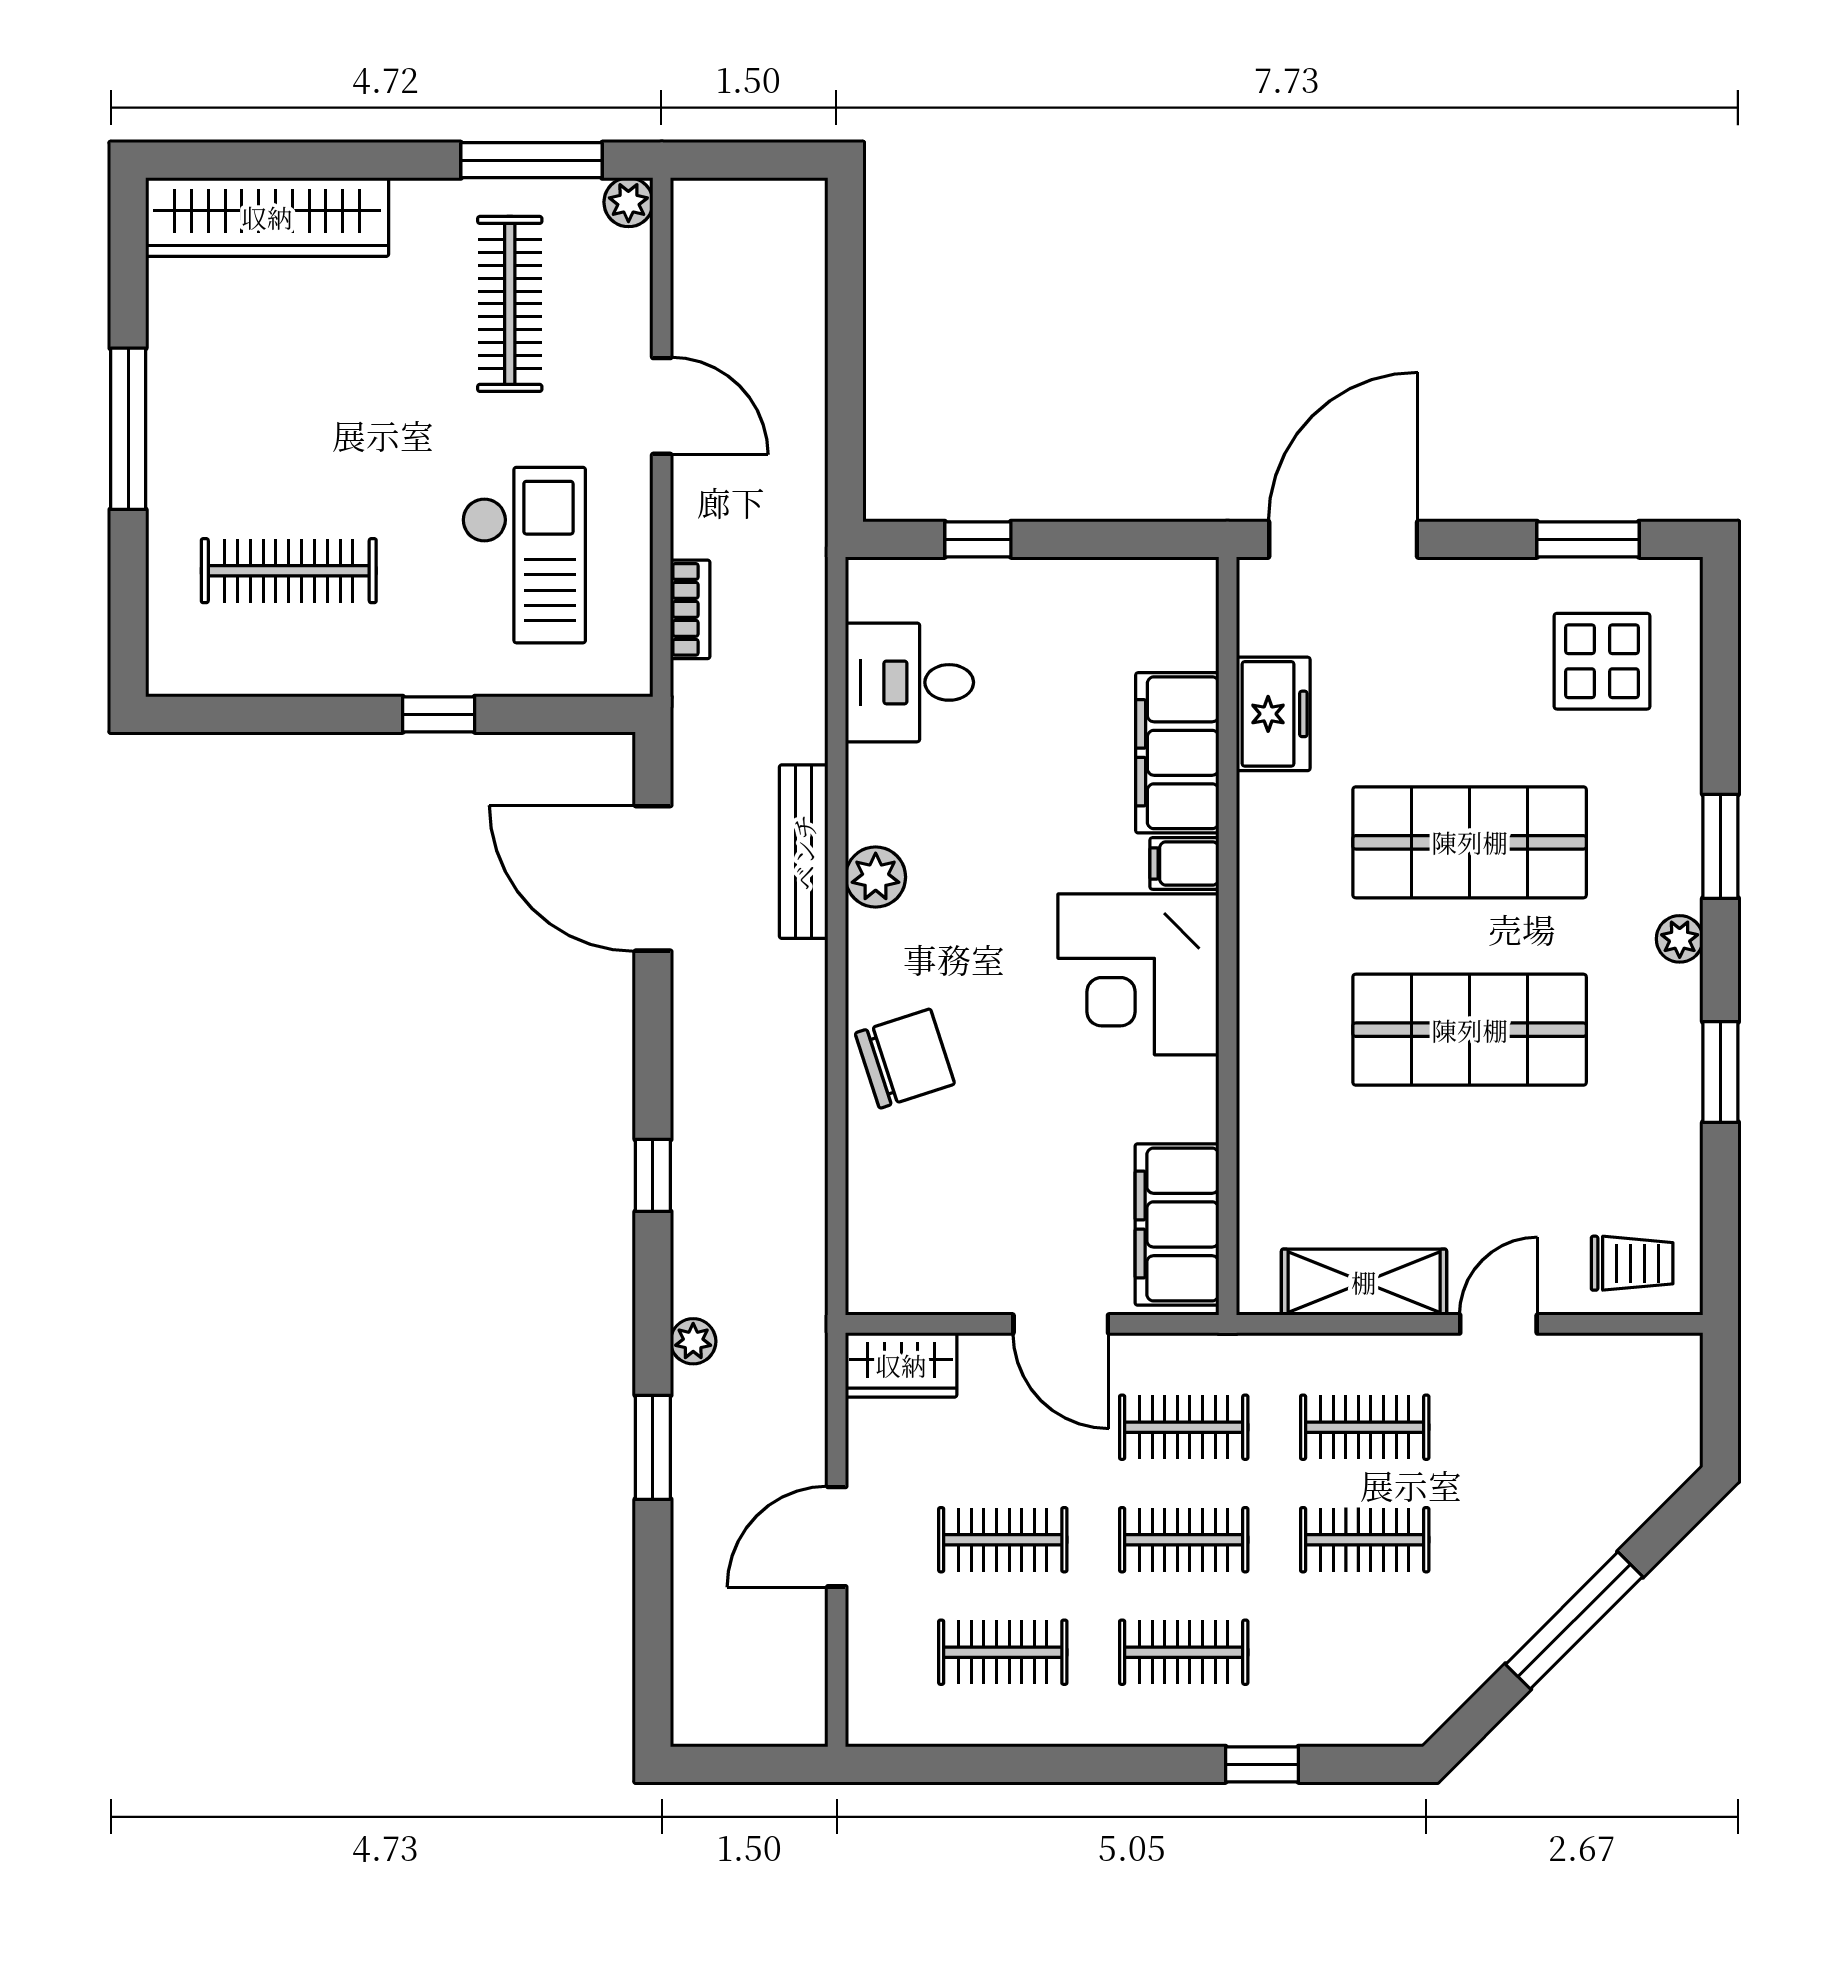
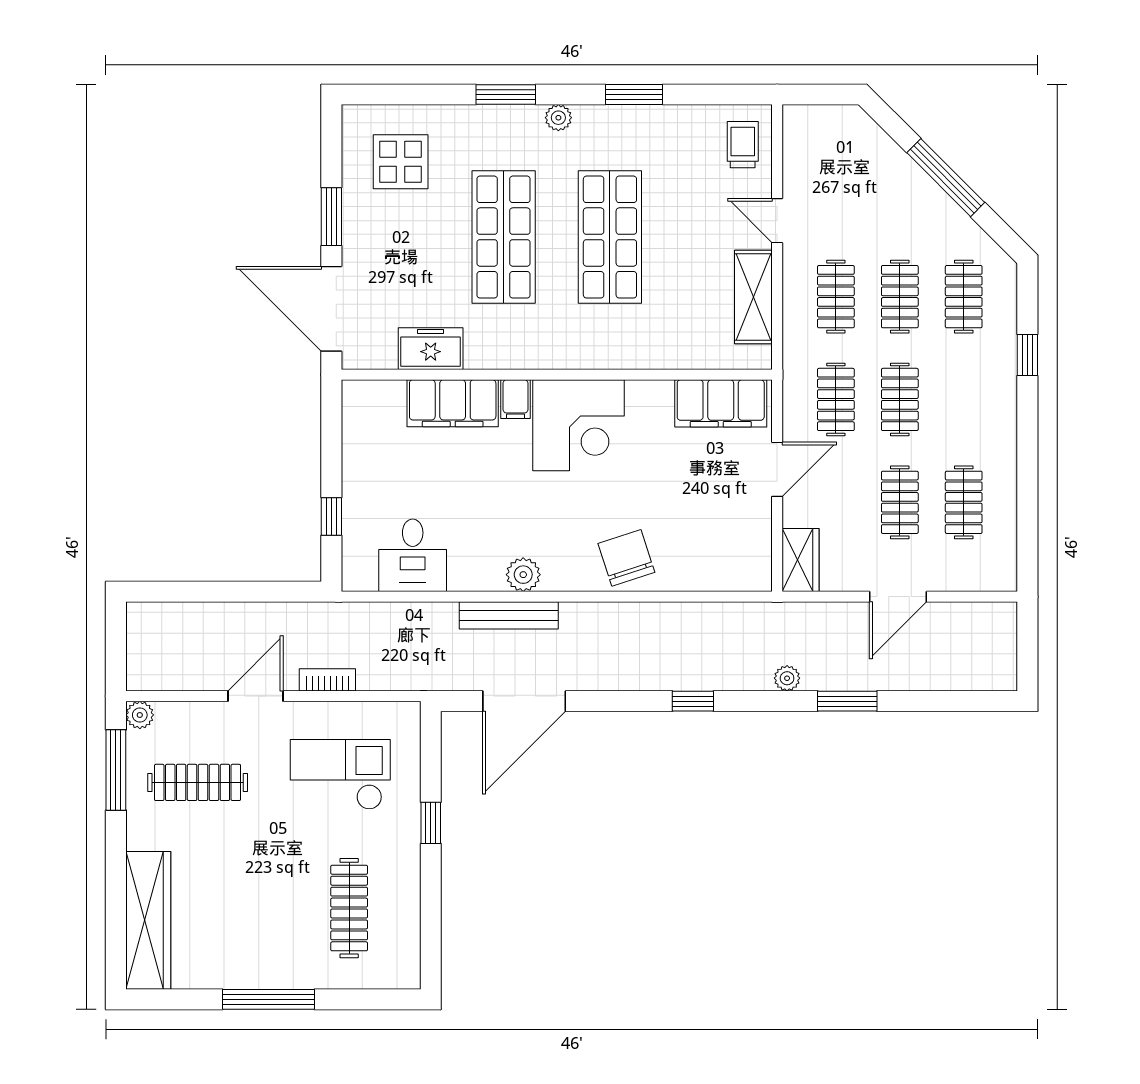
window: (1588, 539) -> (331, 217), moved
bookcase: (690, 609) -> (327, 680), moved
door: (837, 1537) -> (898, 597), hinge flipped
clothes rail: (1184, 1652) -> (964, 297), moved

